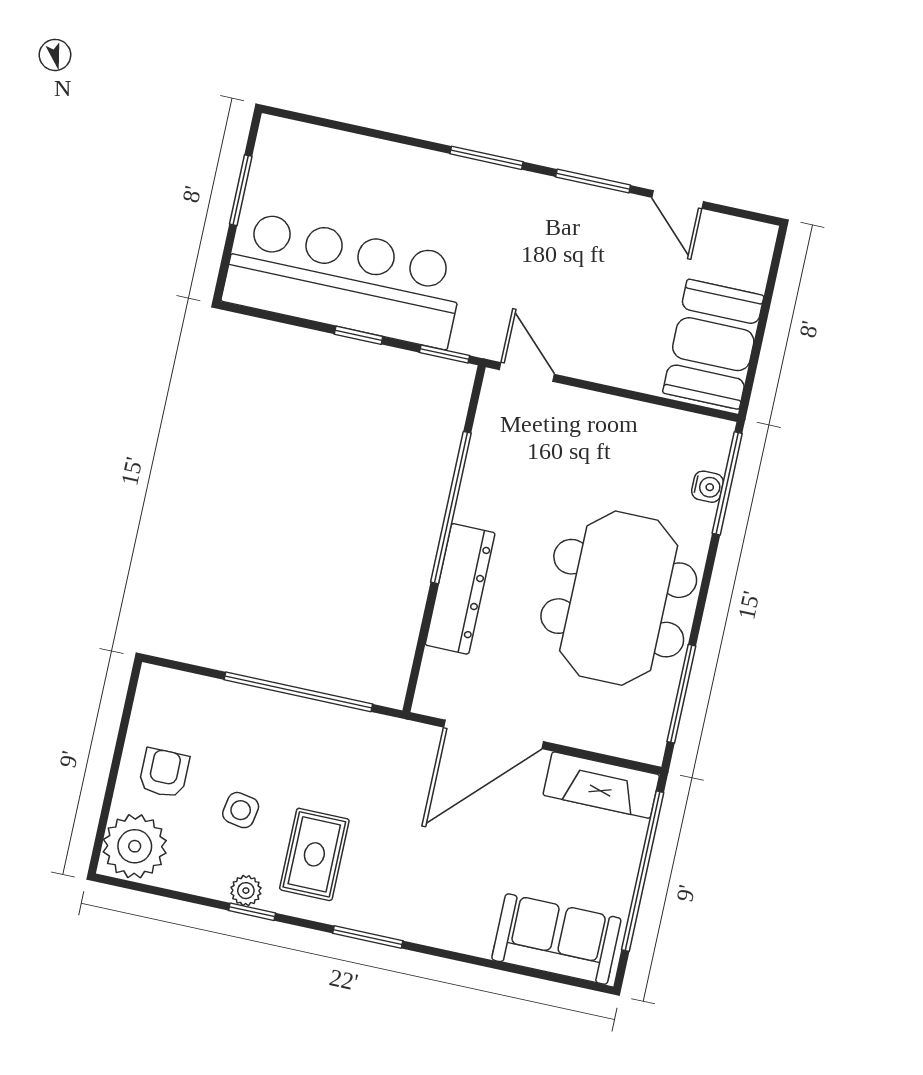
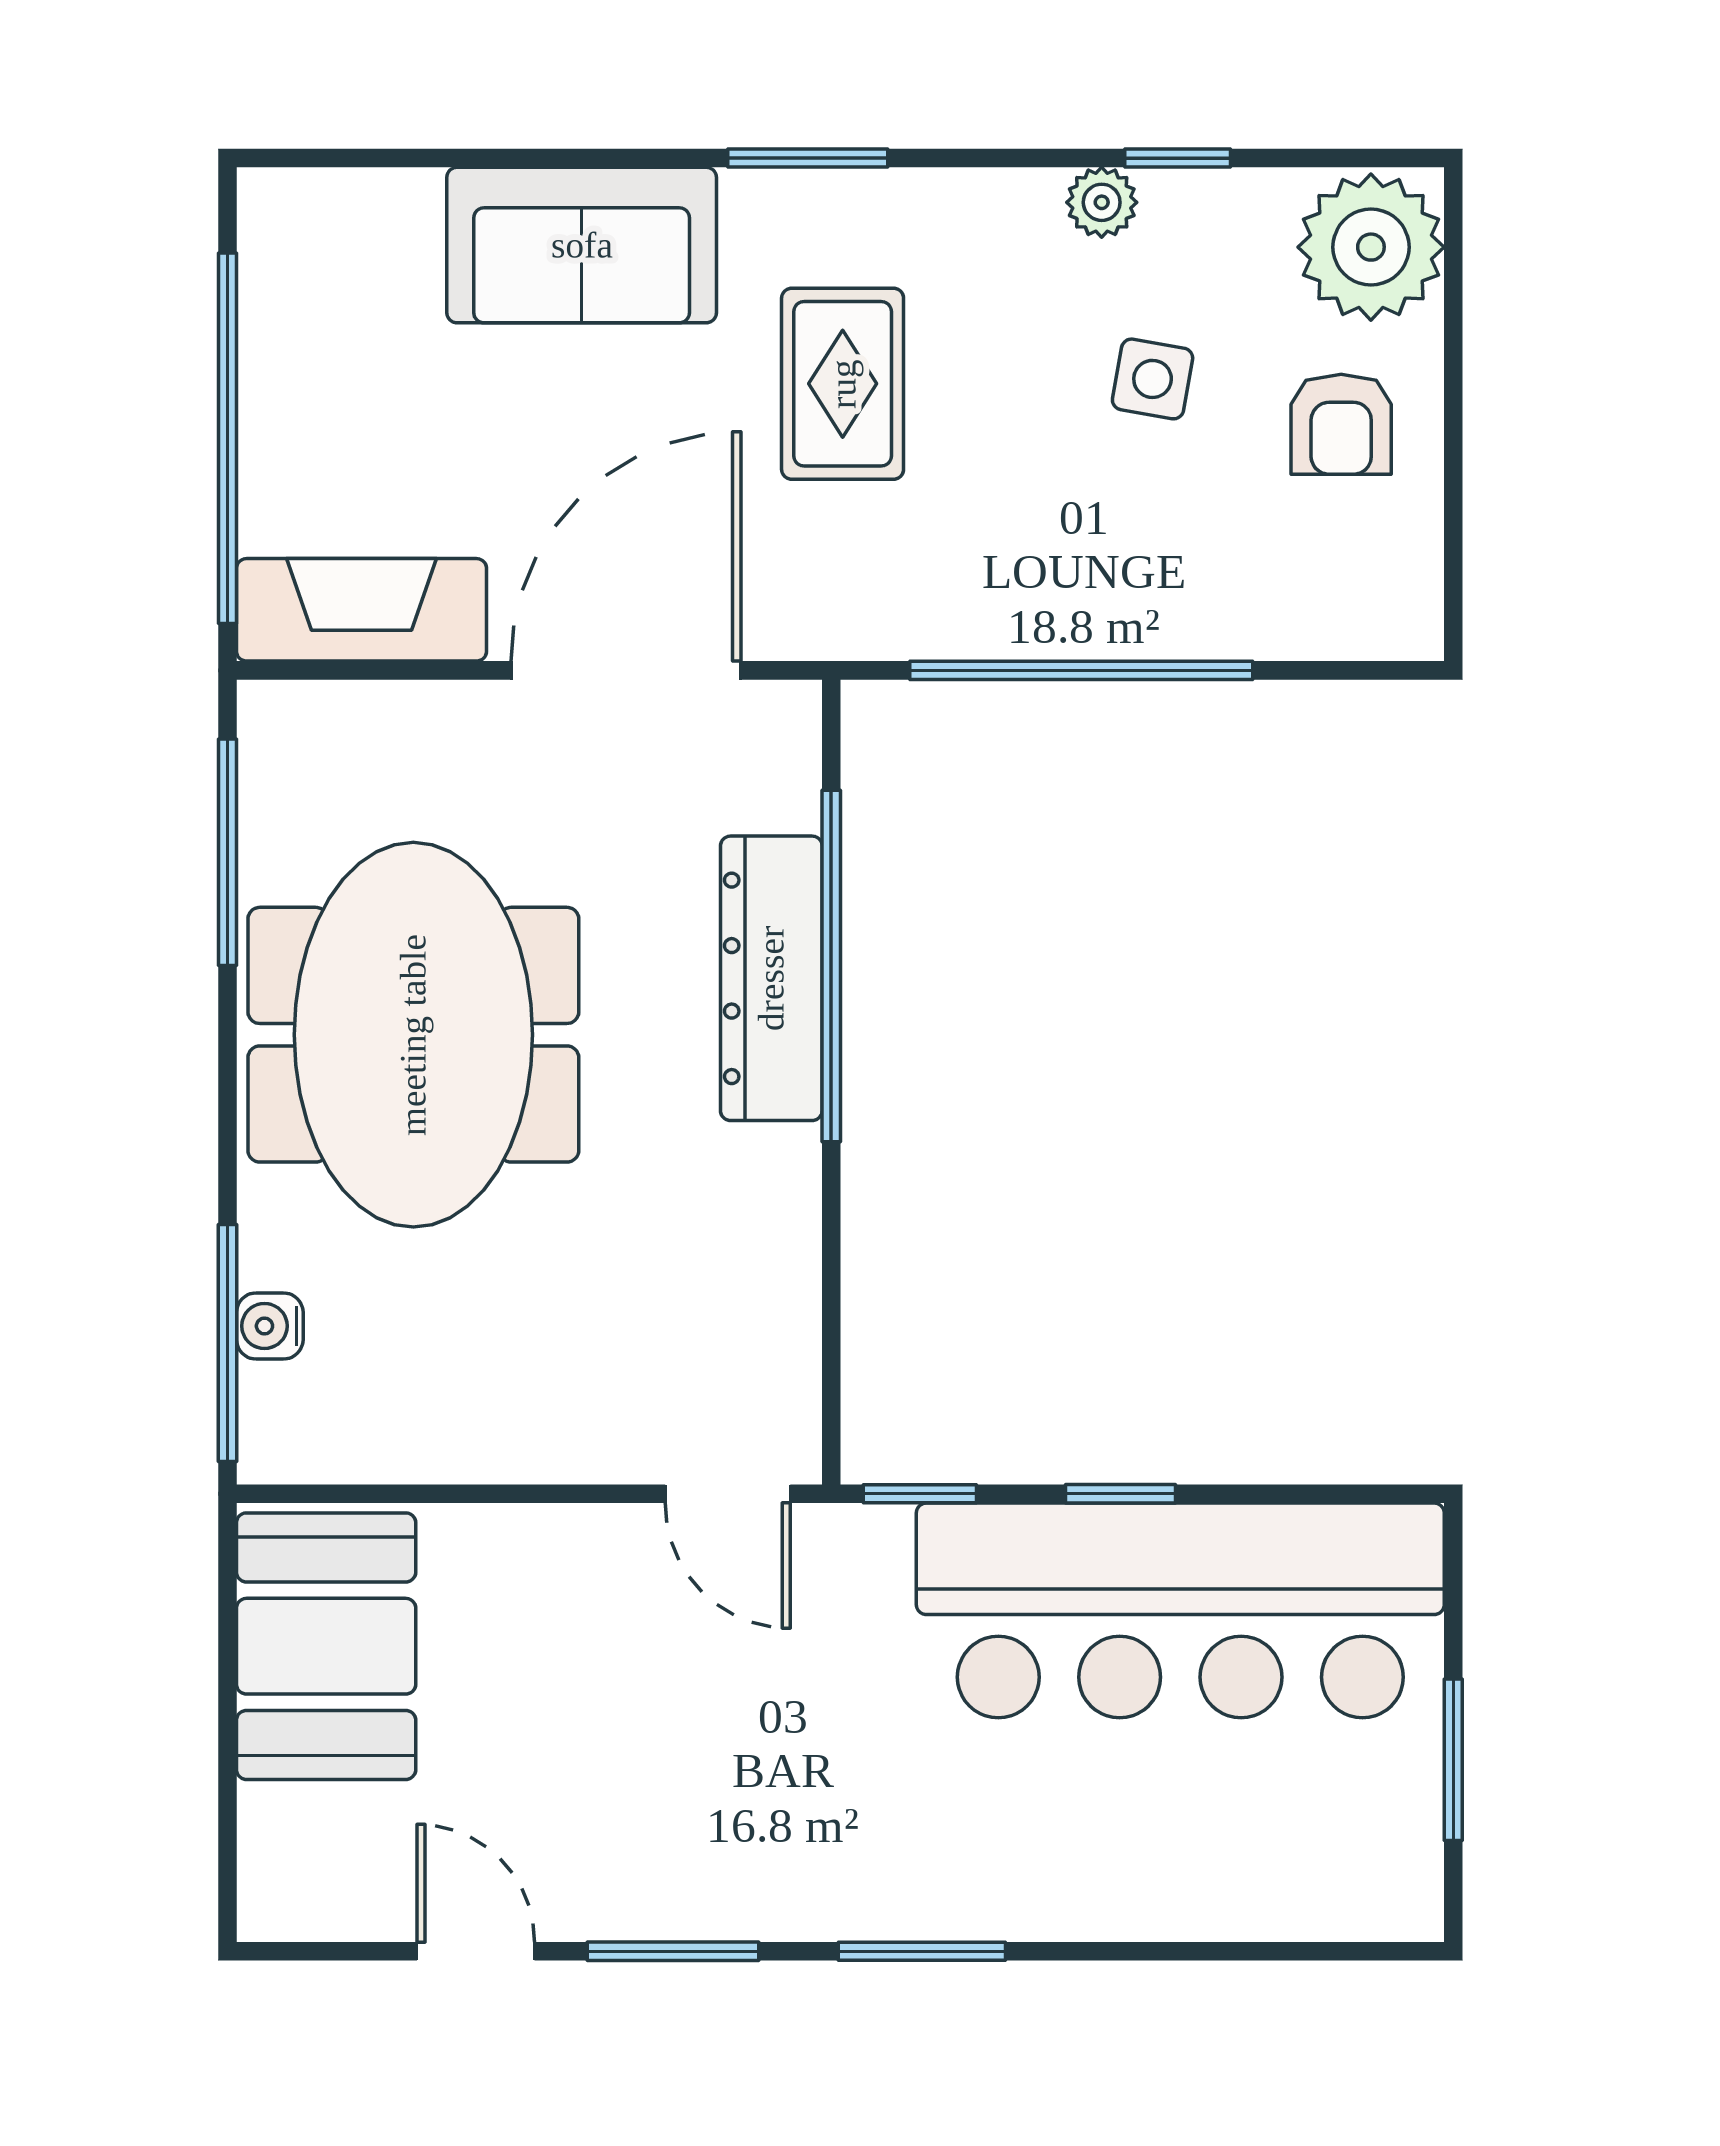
window: (451, 508) -> (831, 966), moved
rug: (314, 854) -> (843, 384), moved
window: (252, 912) -> (1178, 158), moved
sofa: (556, 939) -> (582, 245), moved

